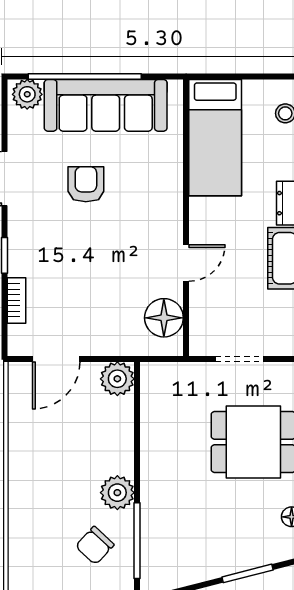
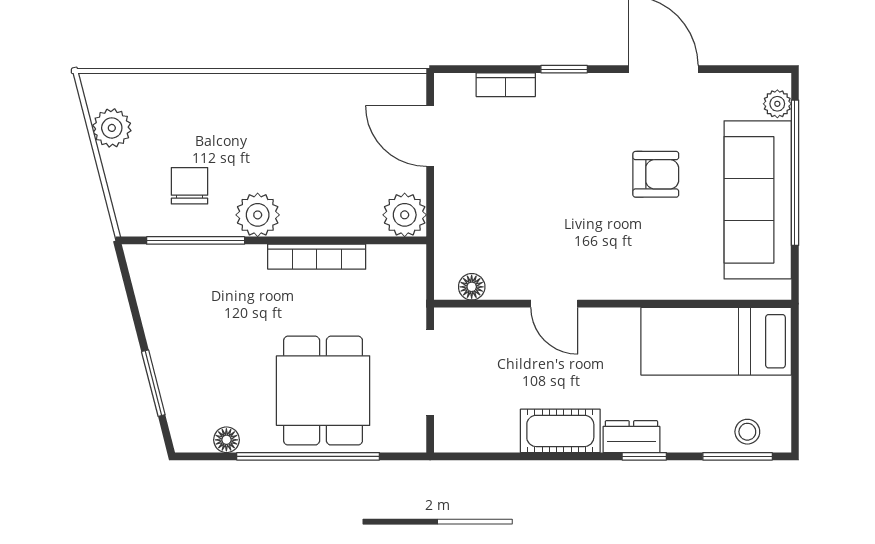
plant: (27, 94) -> (777, 104), width x0.73, depth x0.73
floor lamp: (164, 318) -> (472, 287), width x0.53, depth x0.53
doorway: (240, 359) -> (430, 373), width x1.38
bookcase: (150, 447) -> (317, 257), added
chair: (95, 545) -> (189, 186), turned 47

